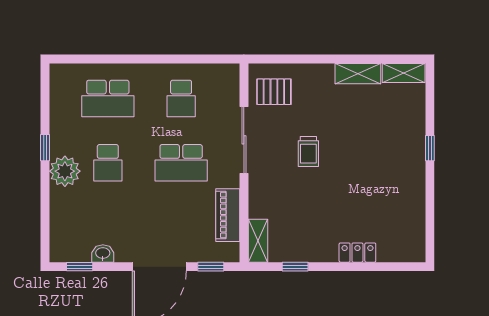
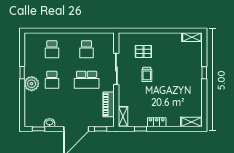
shelving: (358, 74) -> (191, 122), moved
pallet: (274, 92) -> (143, 51), moved
school desk: (108, 98) -> (52, 49), width x0.54
locker: (357, 253) -> (157, 122), moved

